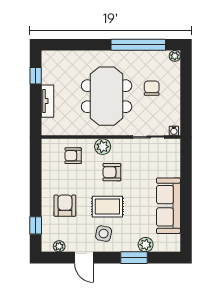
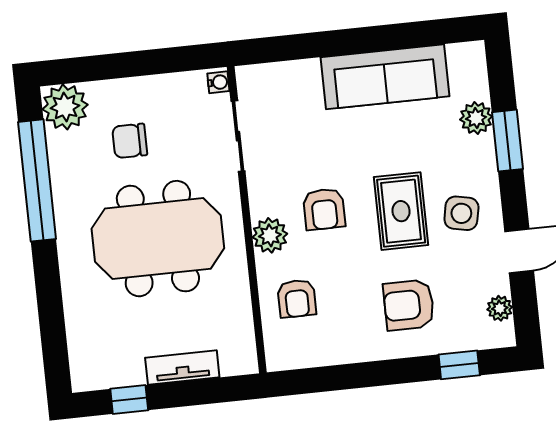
plant: (175, 56) -> (65, 107), width x1.87, depth x1.87

